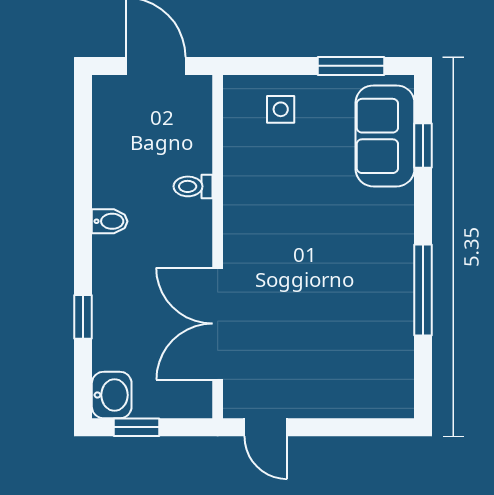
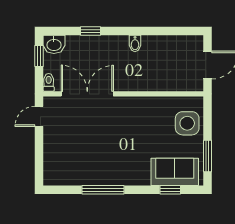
side table: (281, 109) -> (187, 123), width x1.87, depth x1.87
toilet: (193, 186) -> (49, 82), moved

